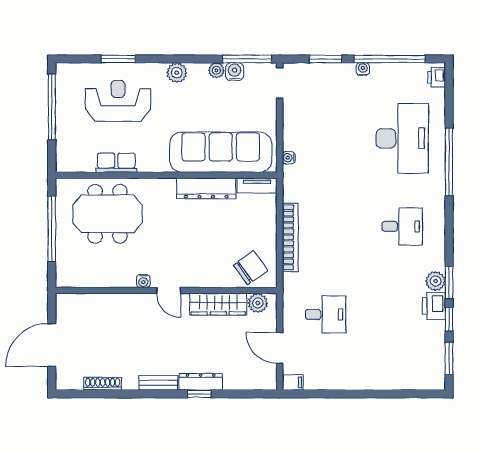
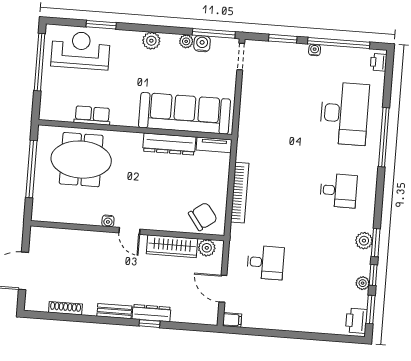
reception desk: (118, 101) -> (81, 50), moved
water cooler: (289, 158) -> (244, 123), removed
printer: (434, 306) -> (356, 321), moved
plant: (438, 329) -> (363, 283), added

